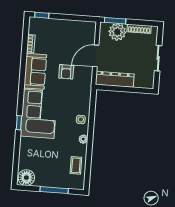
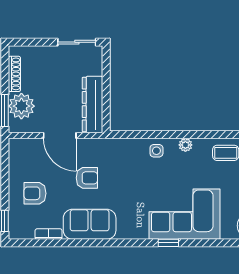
armchair: (59, 37) -> (35, 193), added
sliding door: (158, 58) -> (77, 42), moved
corner sofa: (39, 114) -> (185, 214), moved

